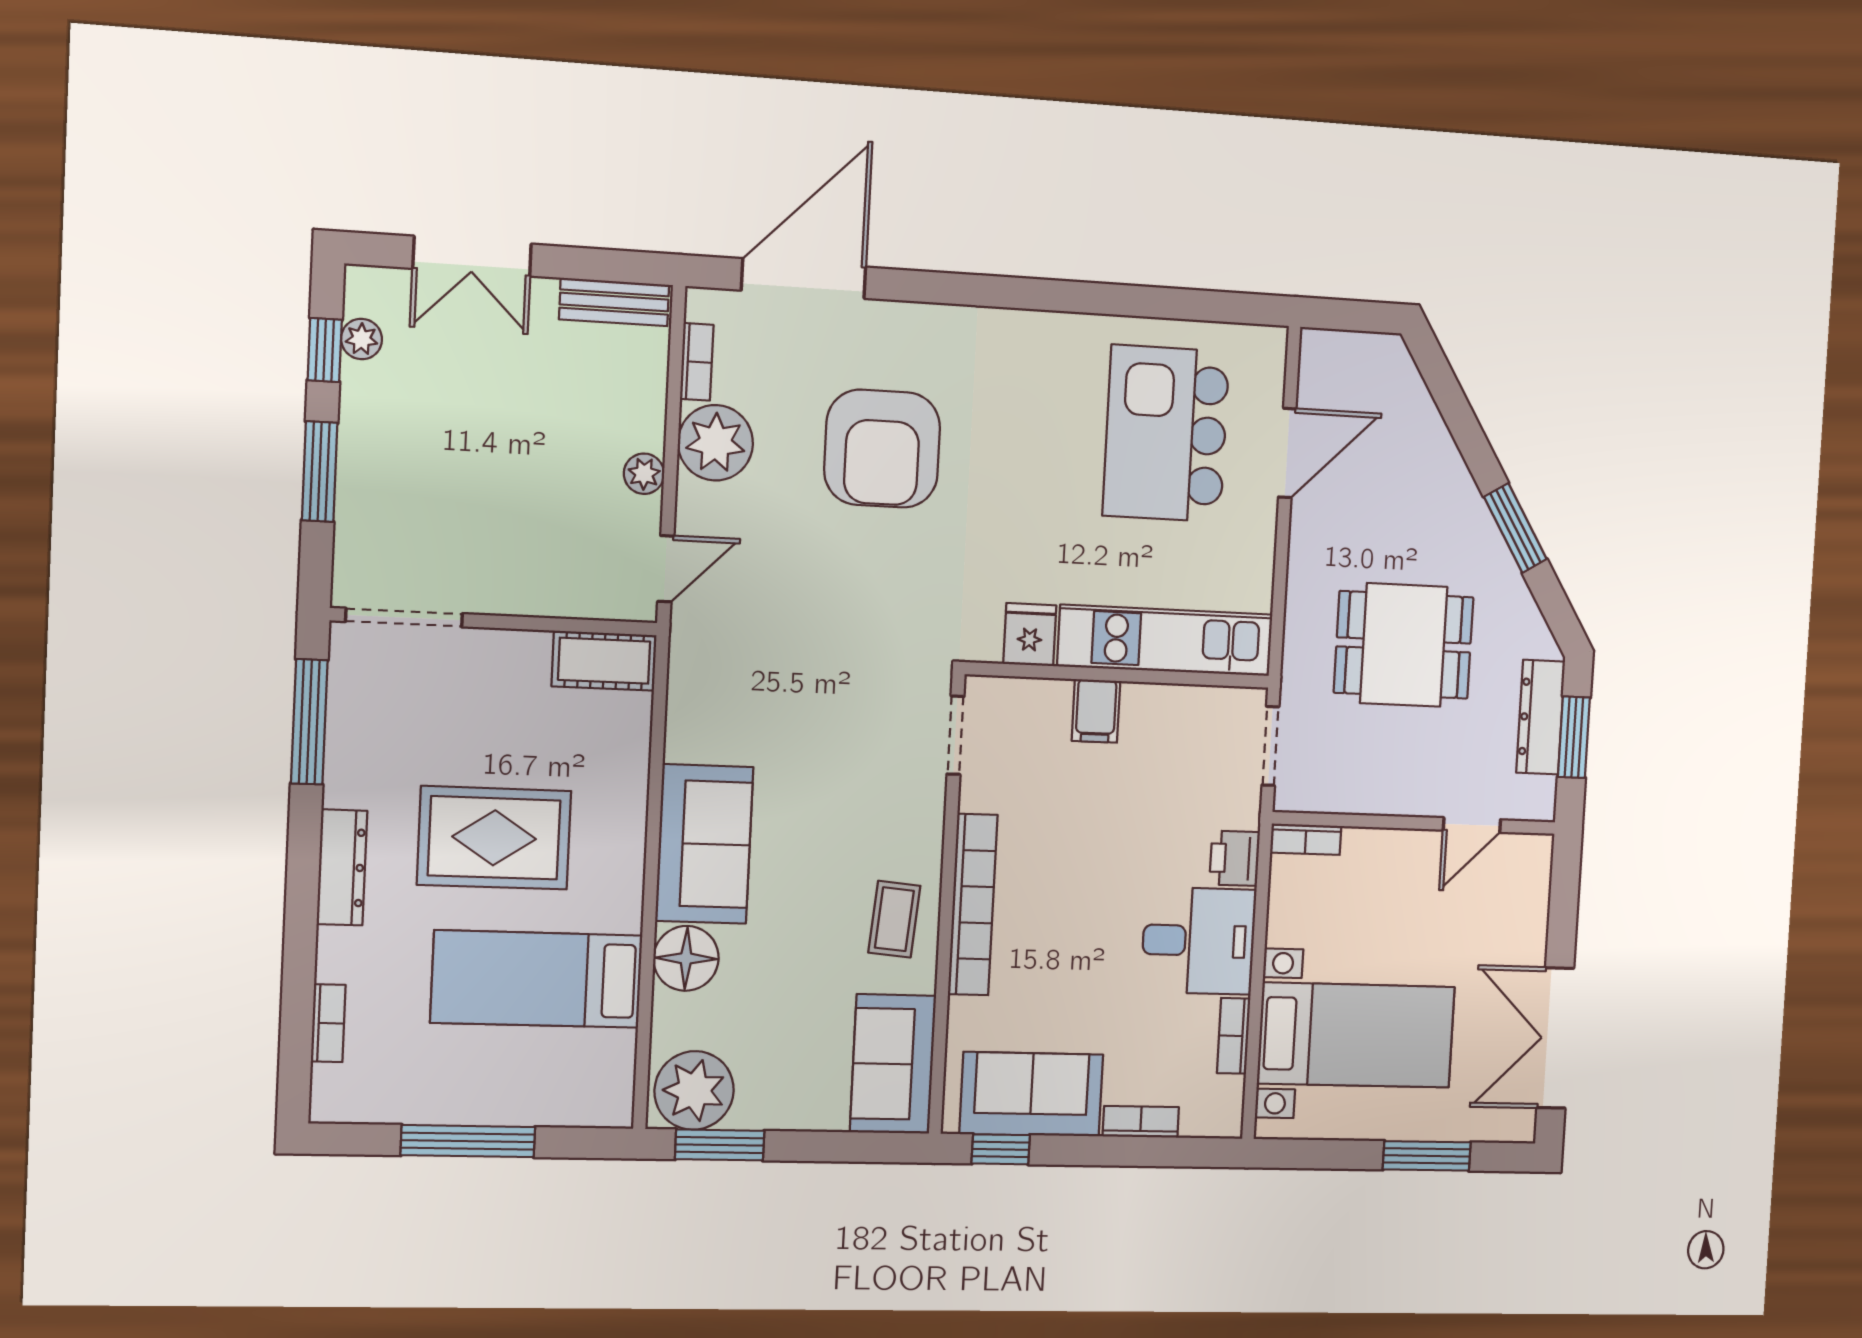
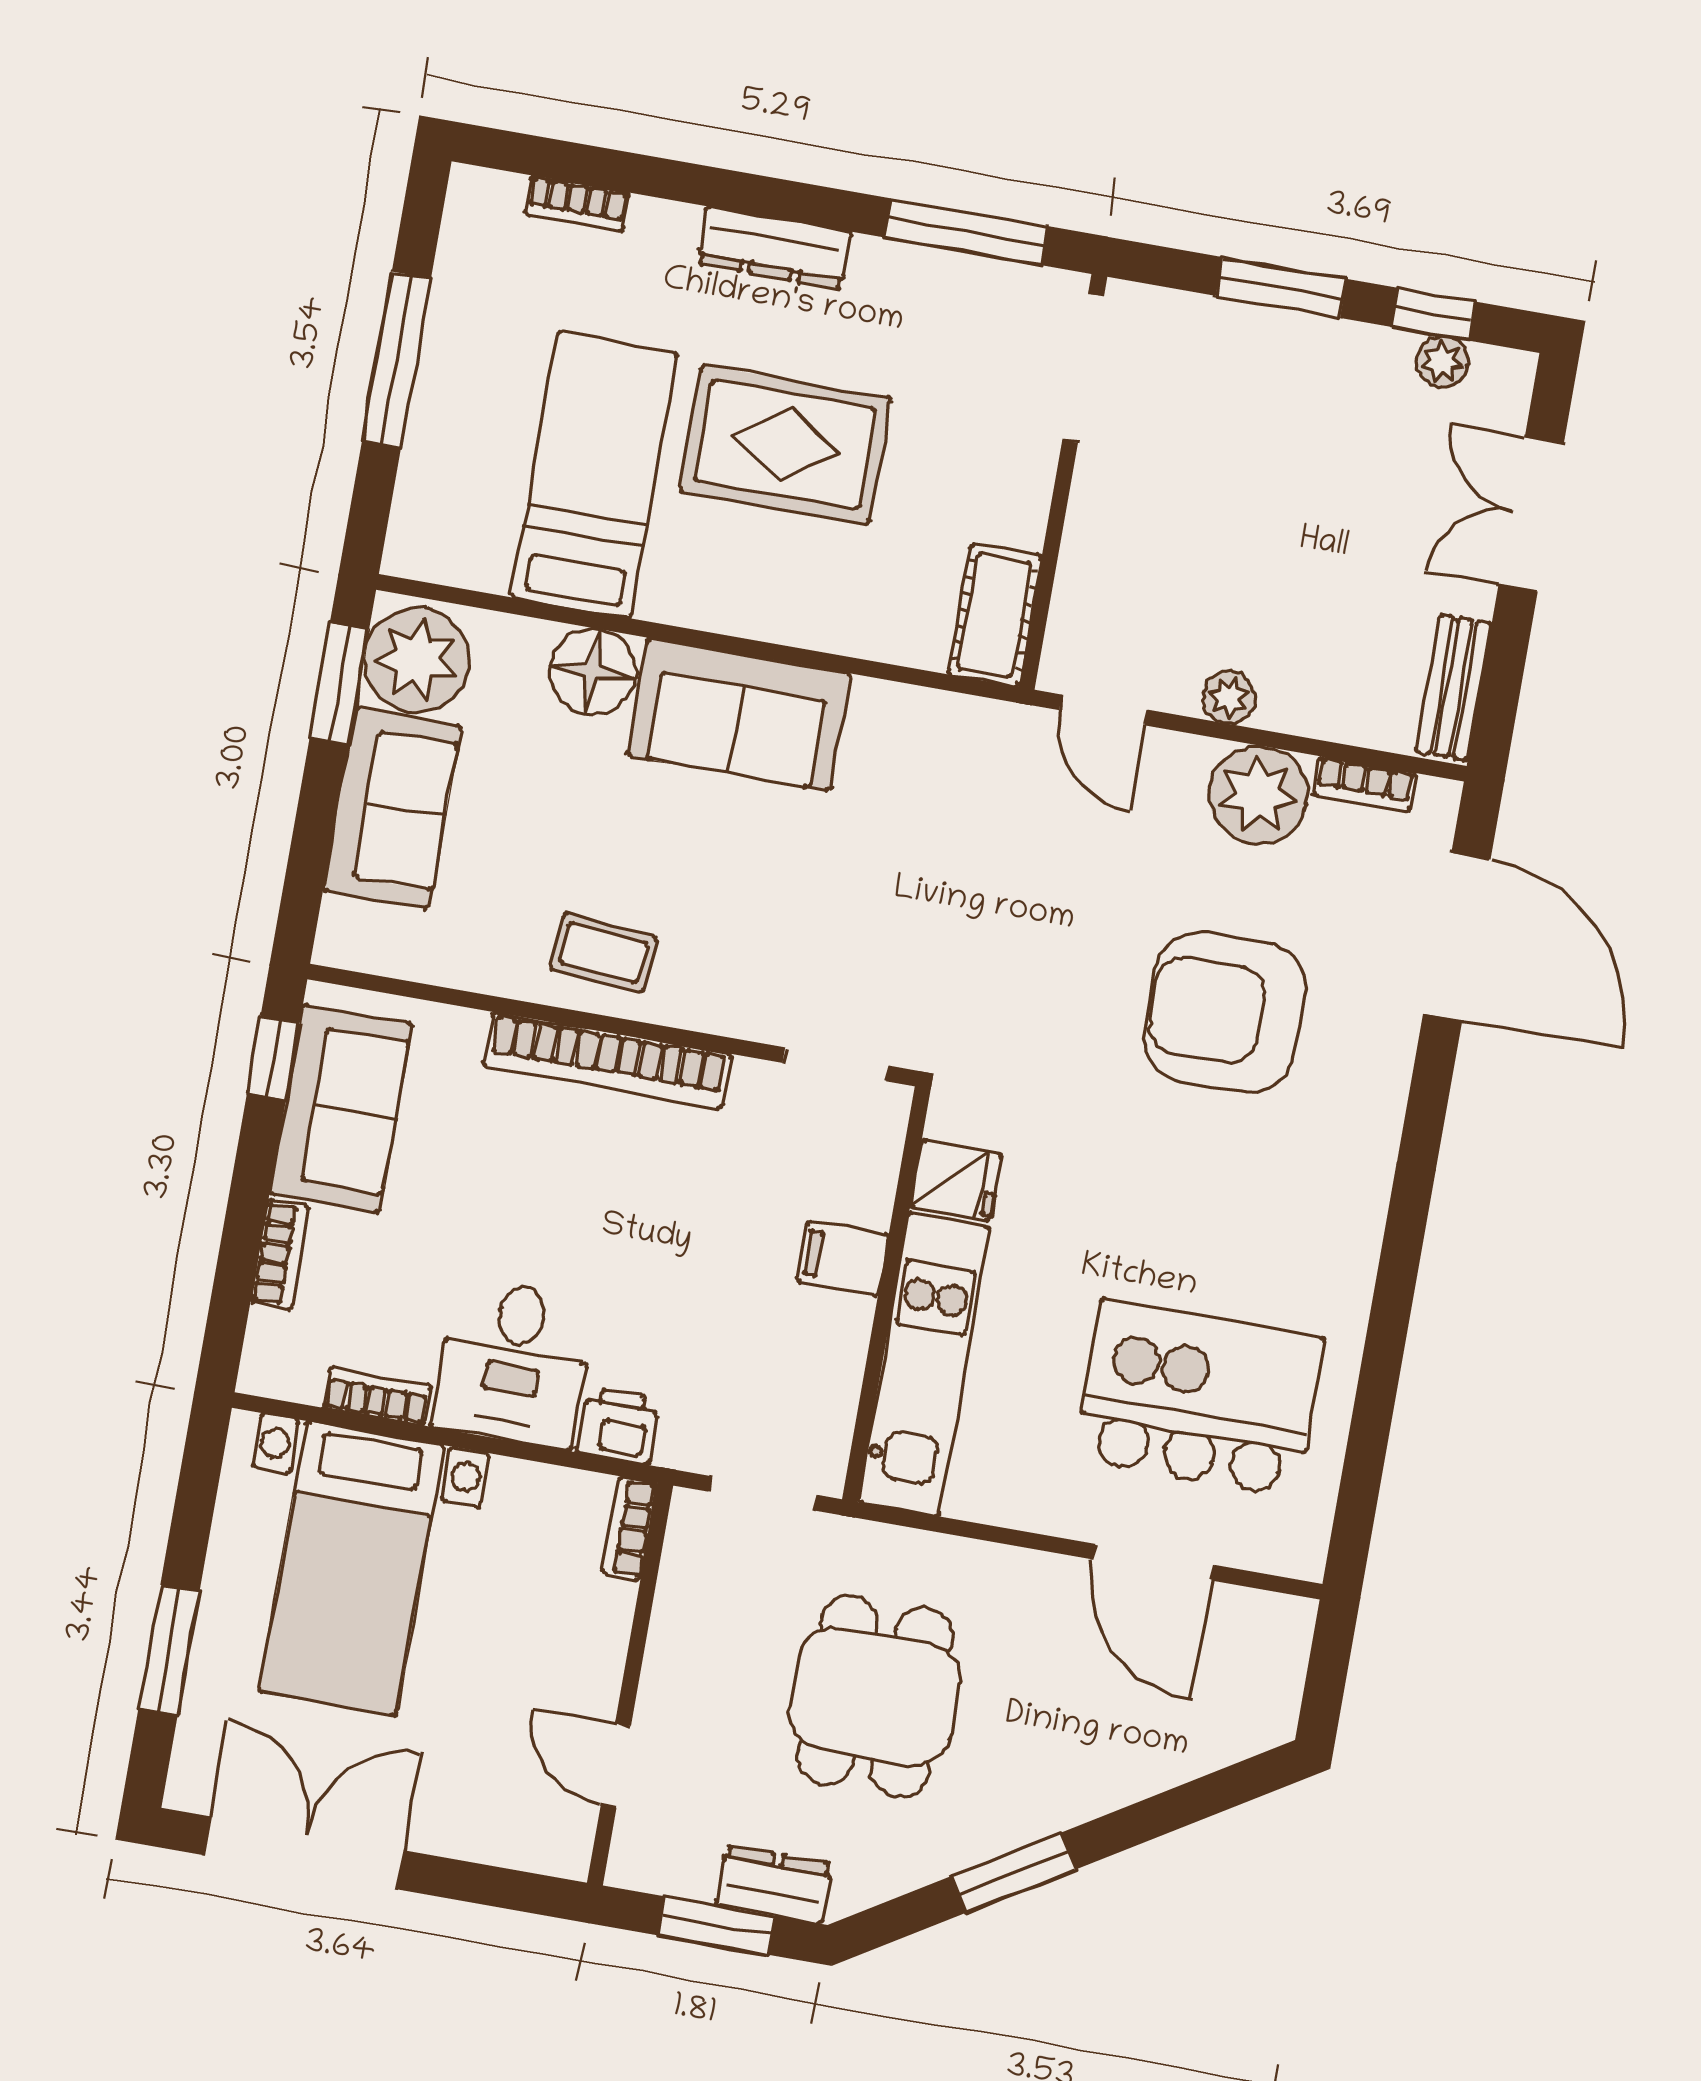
dresser: (1541, 717) -> (774, 1885), width x0.70
rug: (494, 838) -> (785, 445), turned 90
sofa: (893, 1064) -> (392, 808), moved, turned 90

